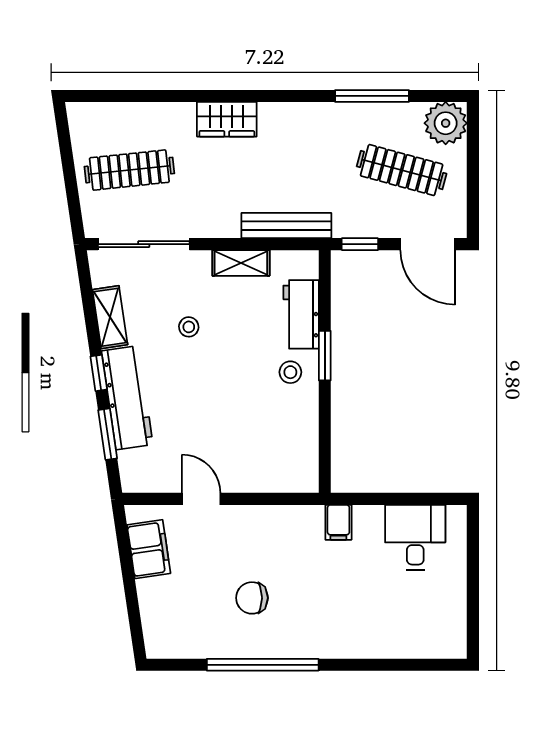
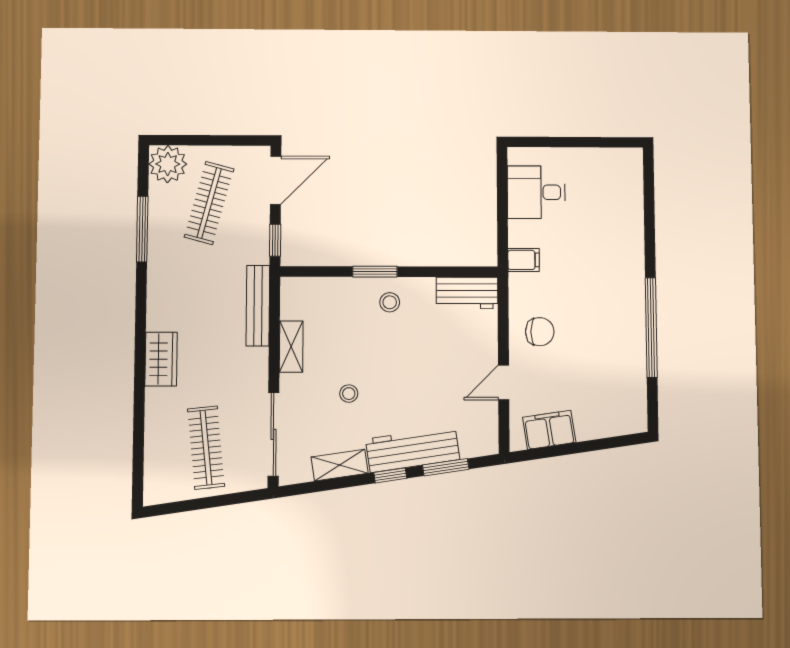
workbench: (301, 314) -> (467, 293), moved
chair: (252, 598) -> (540, 332), moved, turned -90

